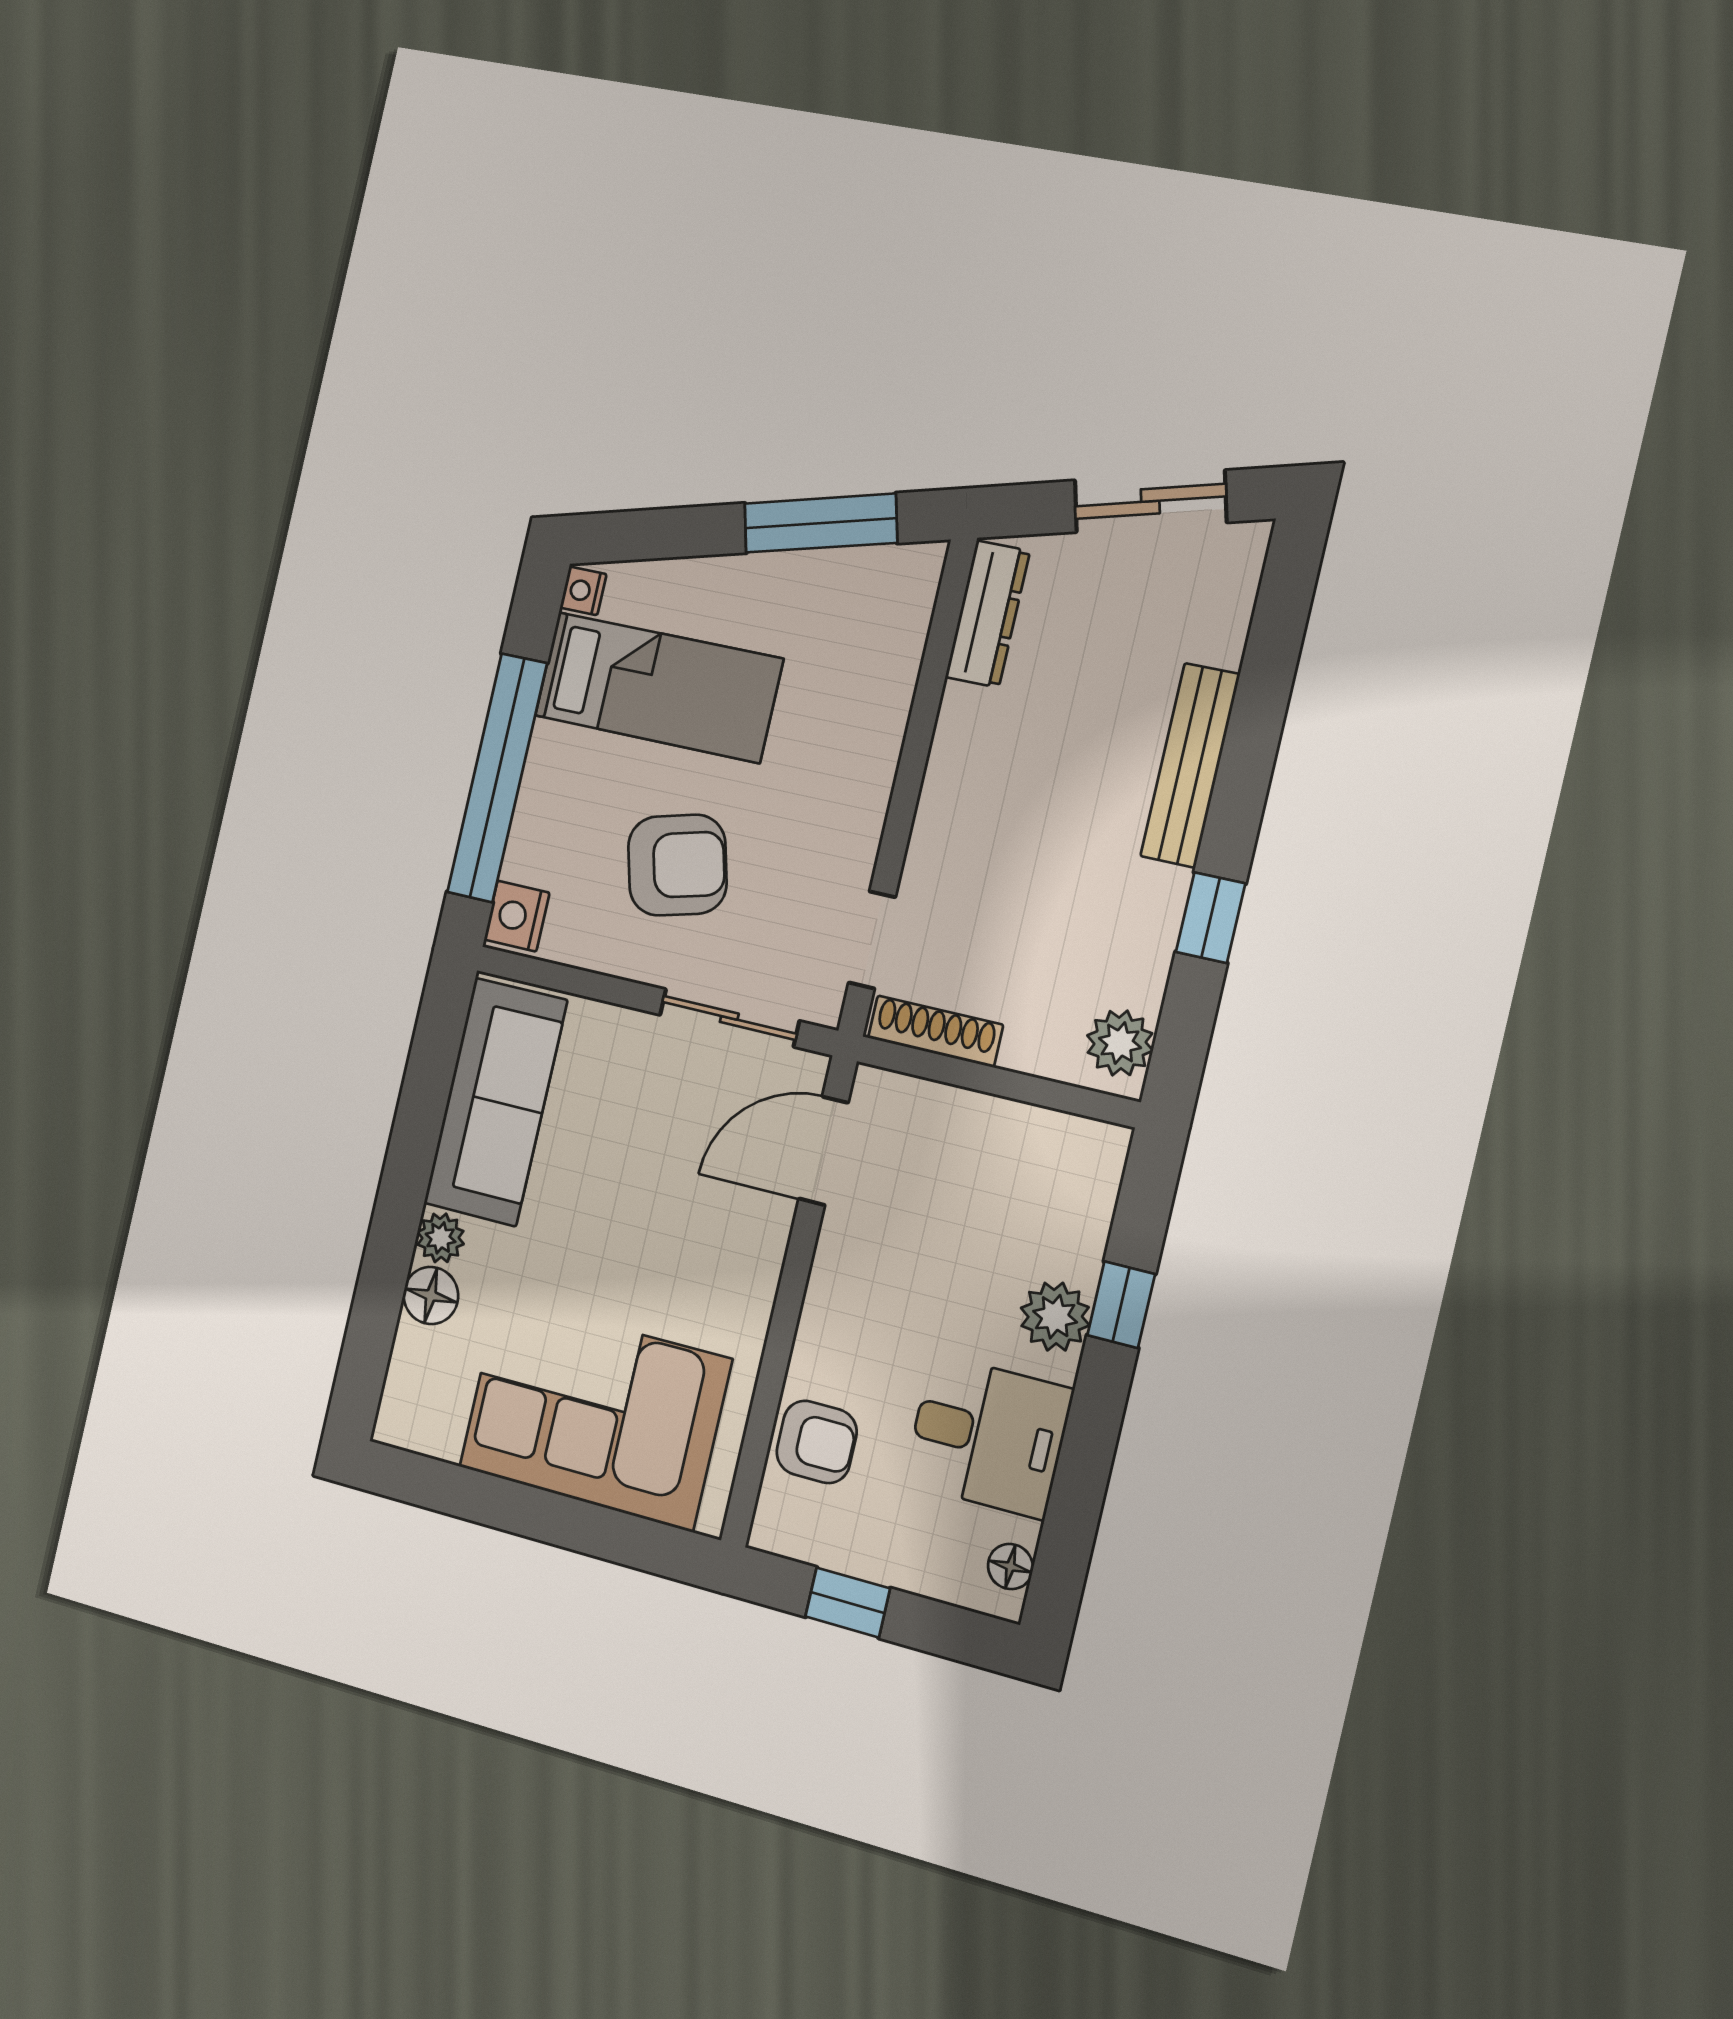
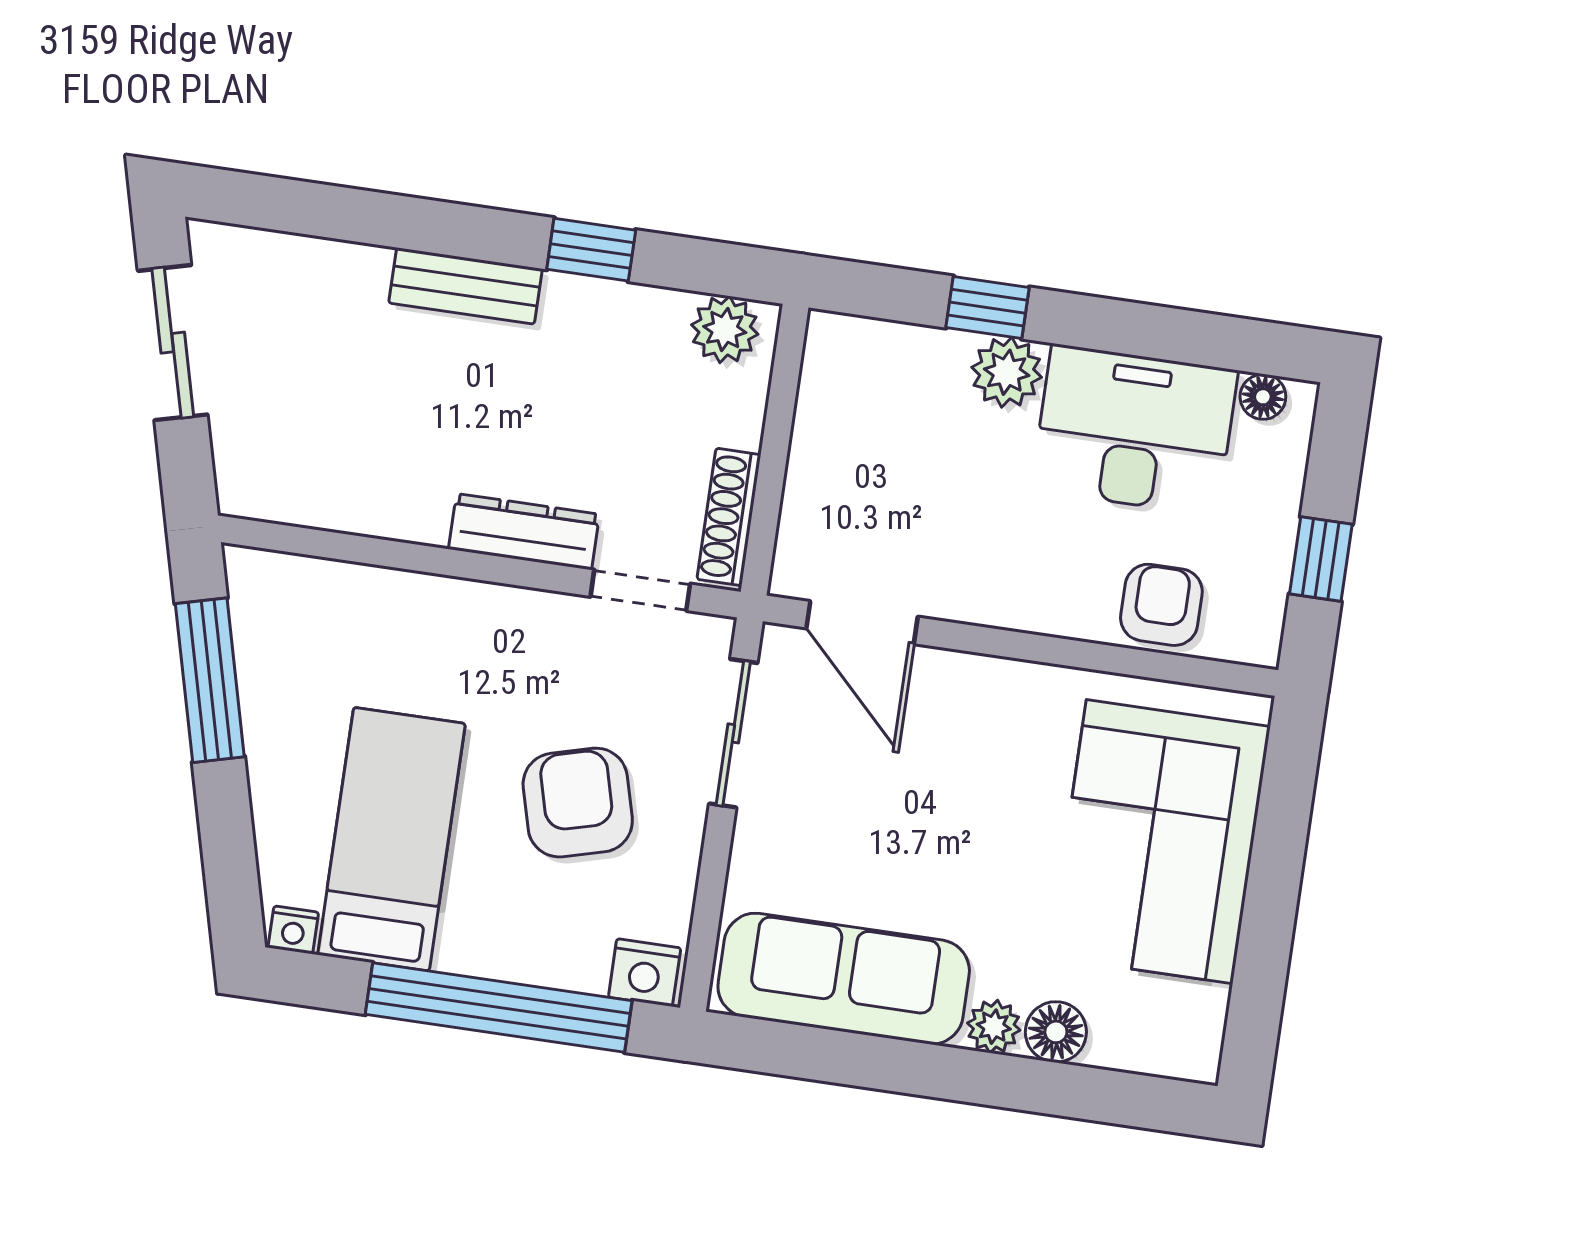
dresser: (988, 614) -> (524, 532), moved
bench: (1190, 765) -> (465, 286), width x0.73
desk: (988, 1436) -> (1135, 430), width x1.37

